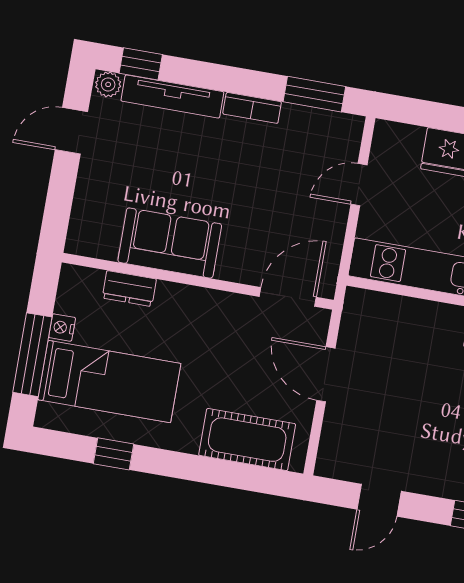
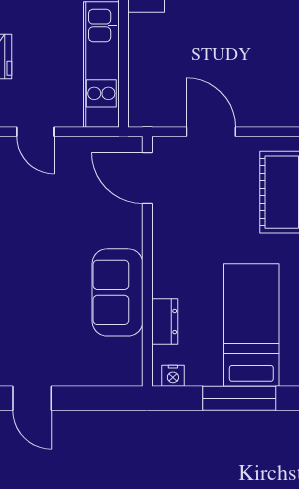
nightstand: (62, 328) -> (173, 376), moved
door: (326, 374) -> (211, 132), swing flipped

